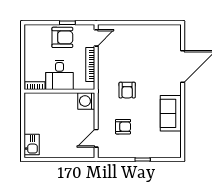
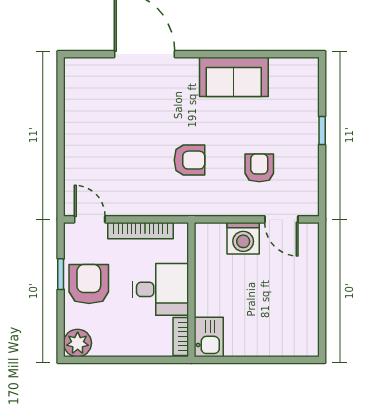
plant: (31, 32) -> (78, 343), added
washing machine: (86, 101) -> (243, 238), moved
kitchen sink: (32, 144) -> (209, 337), moved, turned 90

